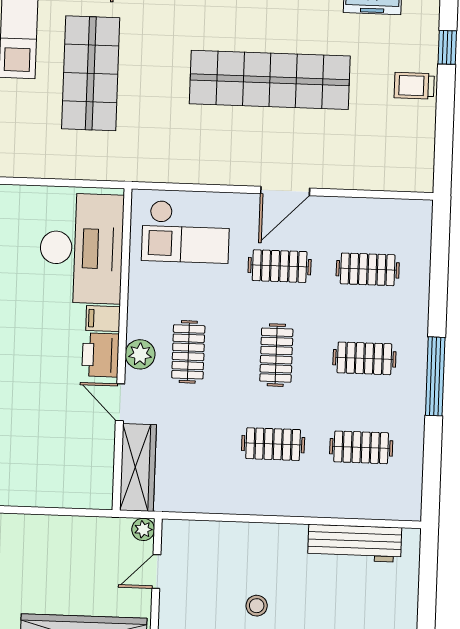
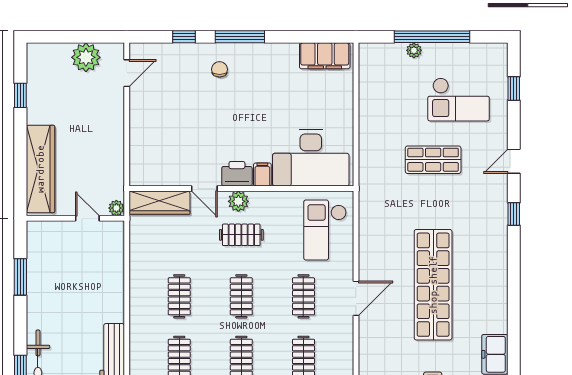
shop shelf: (91, 73) -> (433, 160), width x0.70, depth x0.74
door: (285, 191) -> (356, 298), swing flipped
clothes rail: (276, 355) -> (241, 296), turned 90
door: (120, 402) -> (204, 189), swing flipped
stool: (257, 606) -> (66, 289), removed

